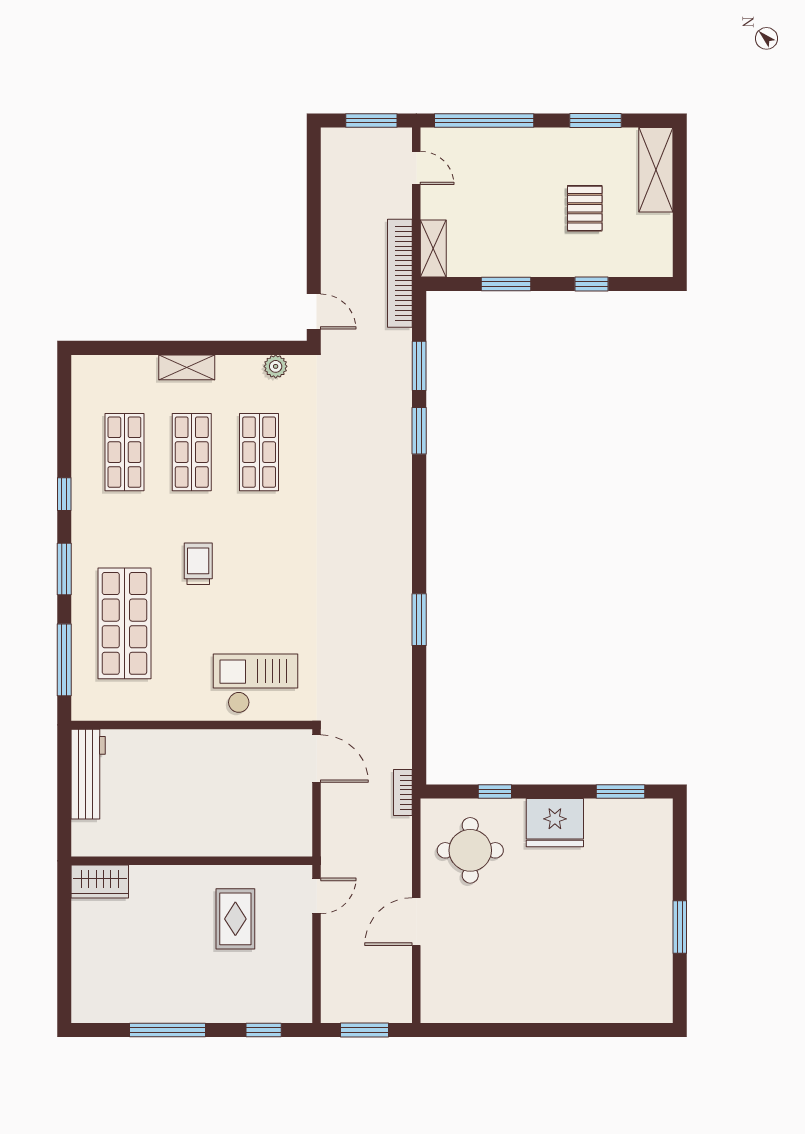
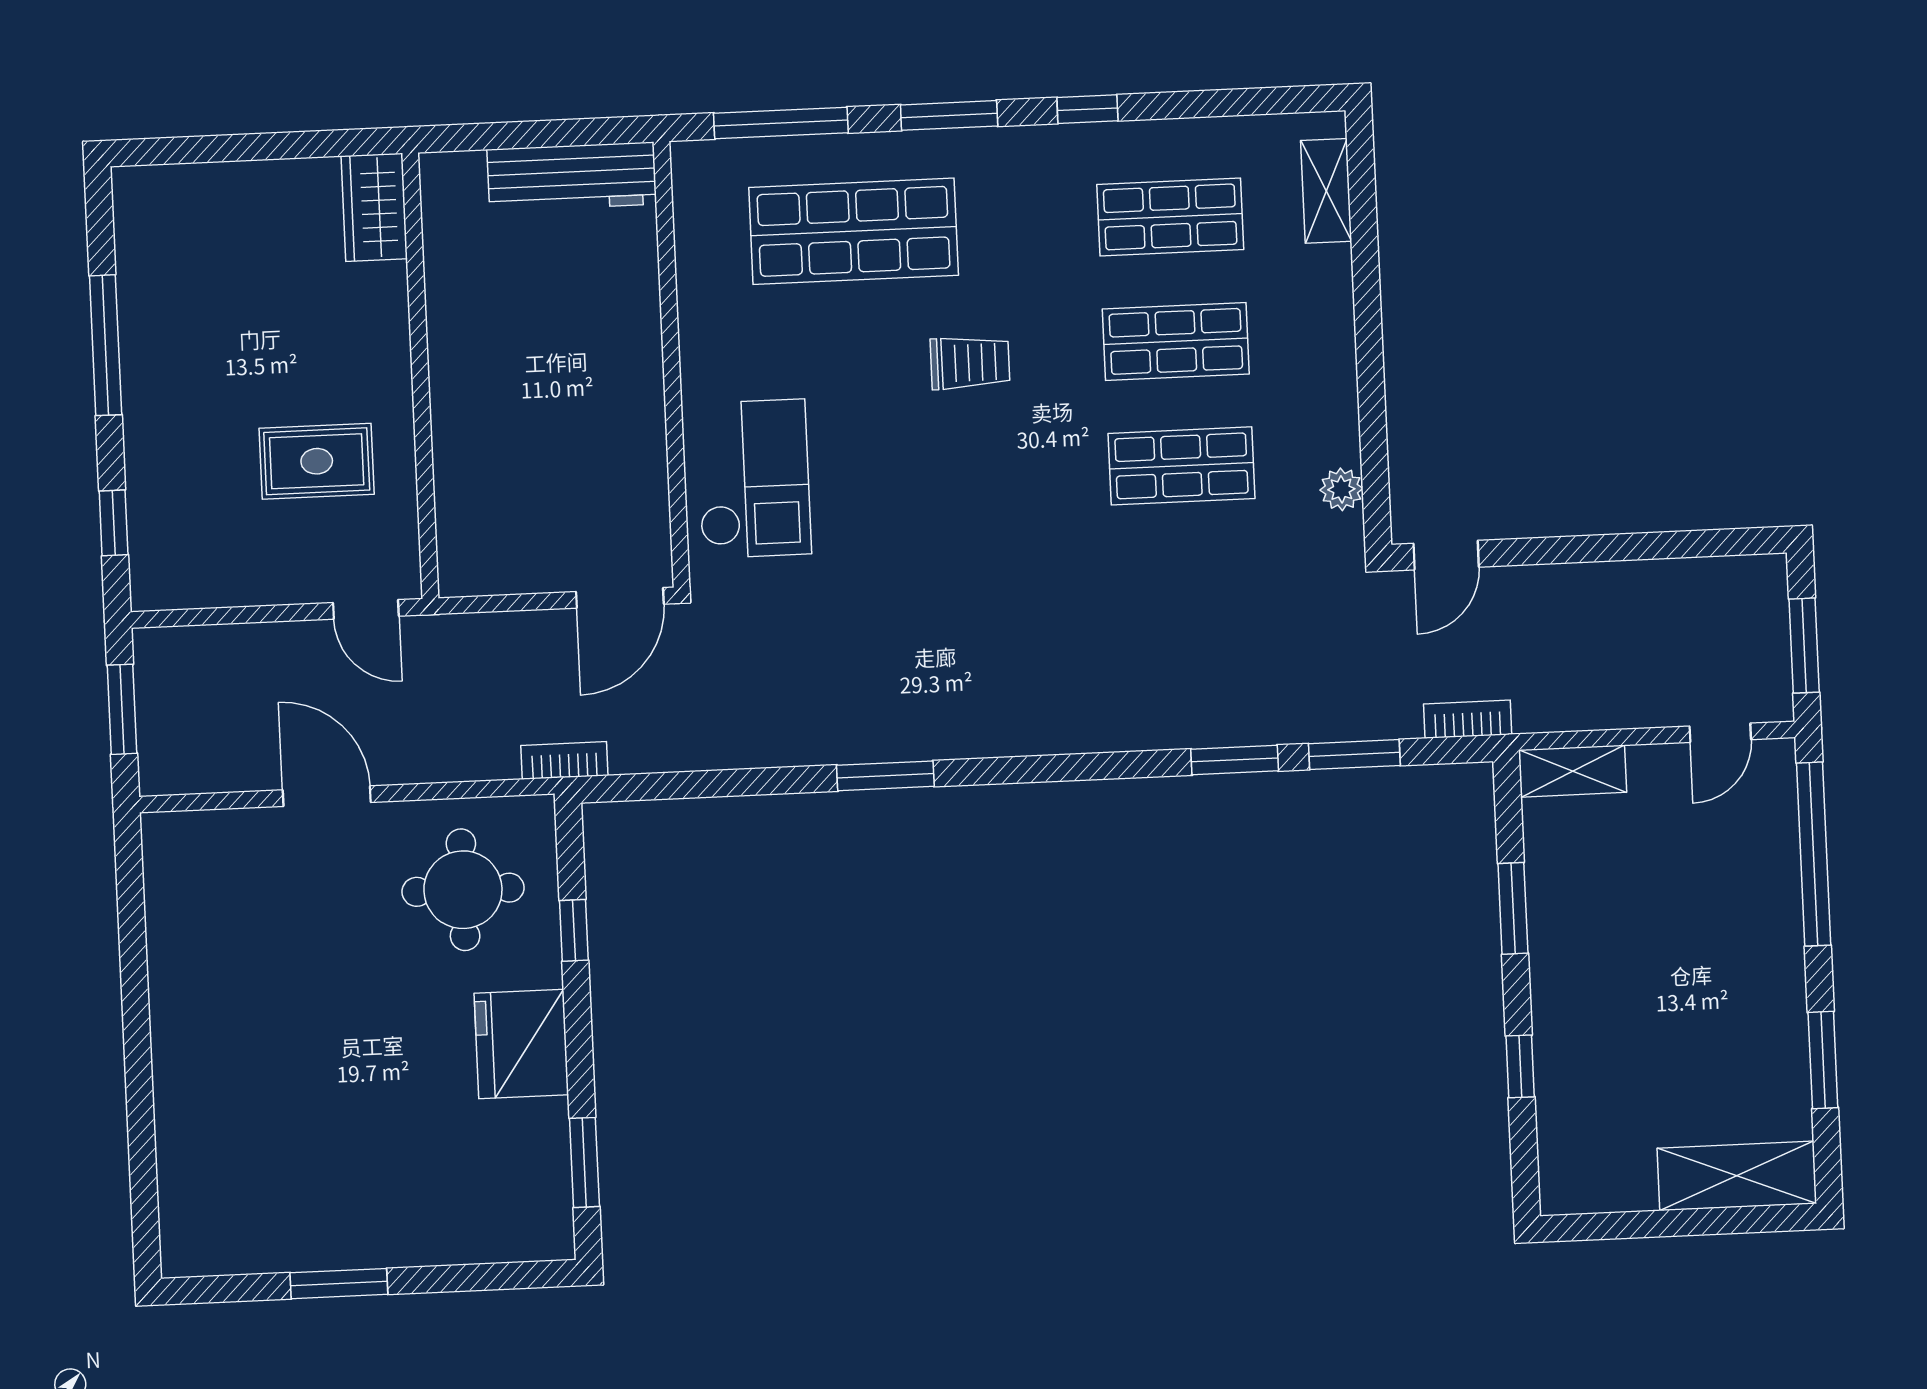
pallet: (585, 208) -> (1660, 1048), removed
bookcase: (400, 273) -> (1468, 719), width x0.43, depth x0.76
shelving: (187, 367) -> (1326, 191), moved

